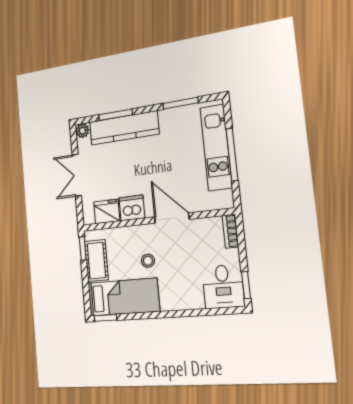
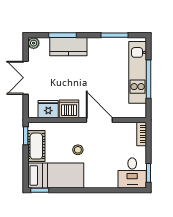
kitchen counter: (124, 128) -> (68, 47), width x0.67

